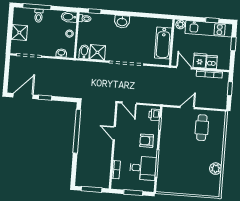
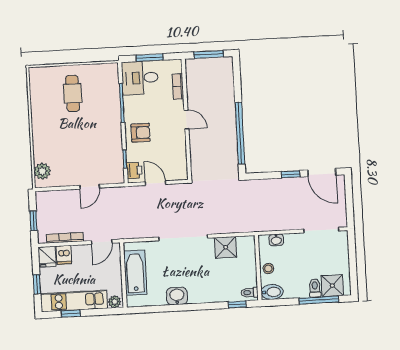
washbasin: (122, 22) -> (177, 296), moved
shower: (19, 33) -> (332, 286), moved
bidet: (84, 52) -> (244, 246), removed
fridge: (200, 61) -> (47, 257), moved
door: (184, 68) -> (102, 242), hinge flipped
door: (23, 96) -> (322, 173), hinge flipped
door: (129, 103) -> (156, 183), moved
cafe table: (202, 128) -> (73, 93), moved
door: (114, 133) -> (186, 120), moved
desk: (143, 168) -> (140, 78), moved
plant: (216, 169) -> (42, 171), moved

